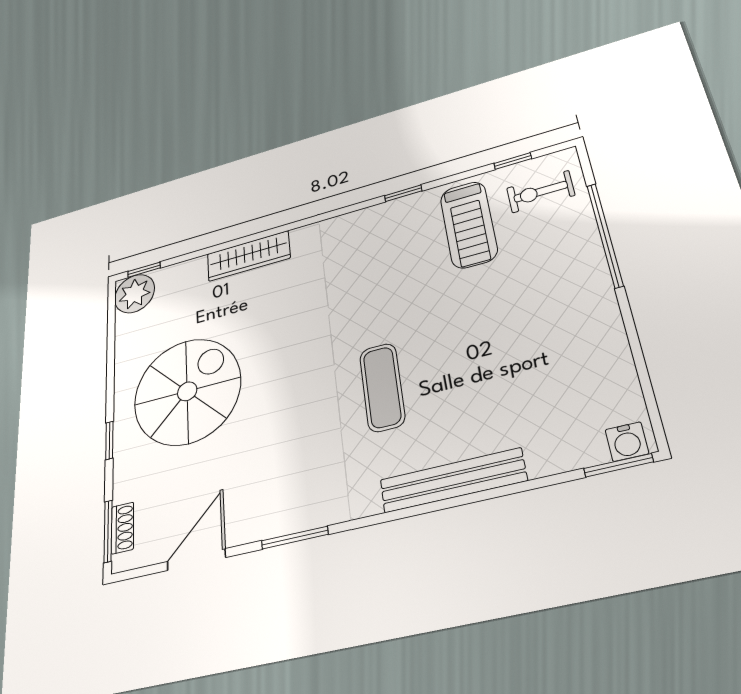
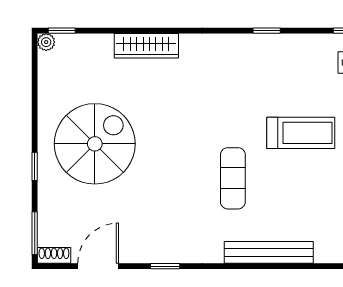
treadmill: (469, 224) -> (301, 133), moved, turned -90
plant: (135, 294) -> (46, 42), width x0.53, depth x0.53
shoe rack: (122, 528) -> (54, 255), moved, turned -90
window: (295, 538) -> (165, 266), width x0.67

